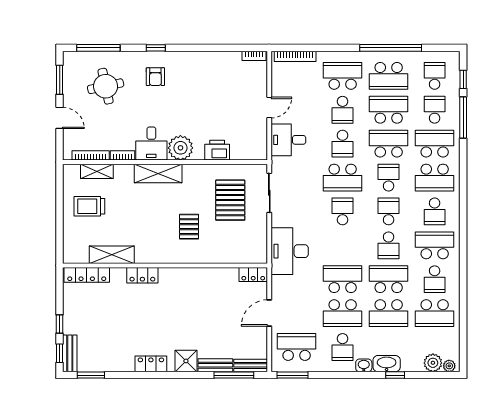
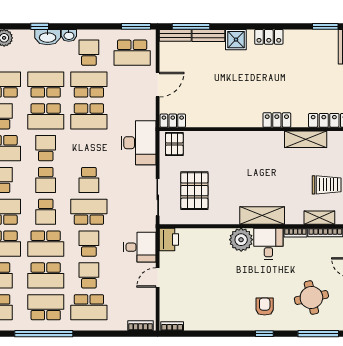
bookcase: (295, 56) -> (140, 326), width x0.64
printer: (217, 150) -> (169, 240), moved, turned -90
pallet: (189, 227) -> (174, 144), moved

